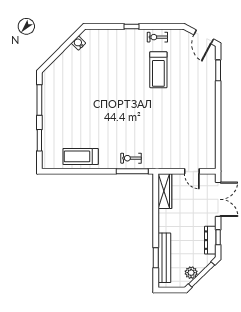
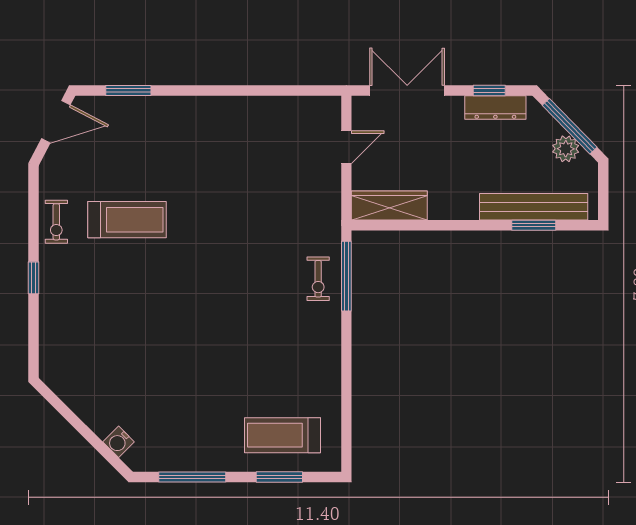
water cooler: (78, 43) -> (119, 442), moved
treadmill: (81, 156) -> (283, 435), moved, turned 90

